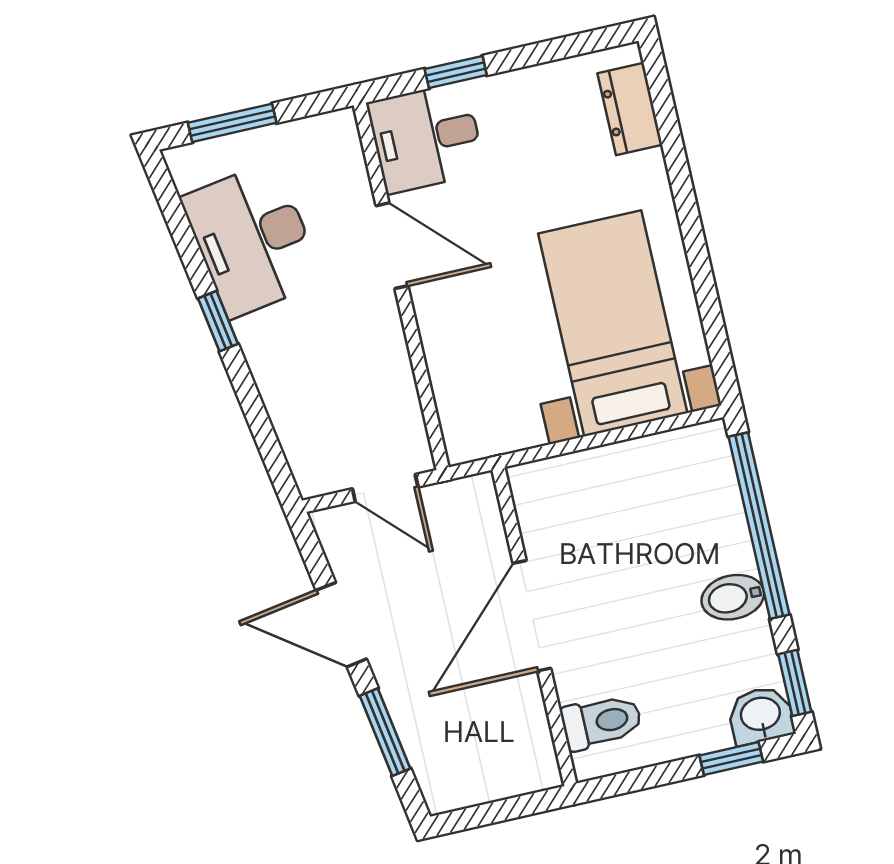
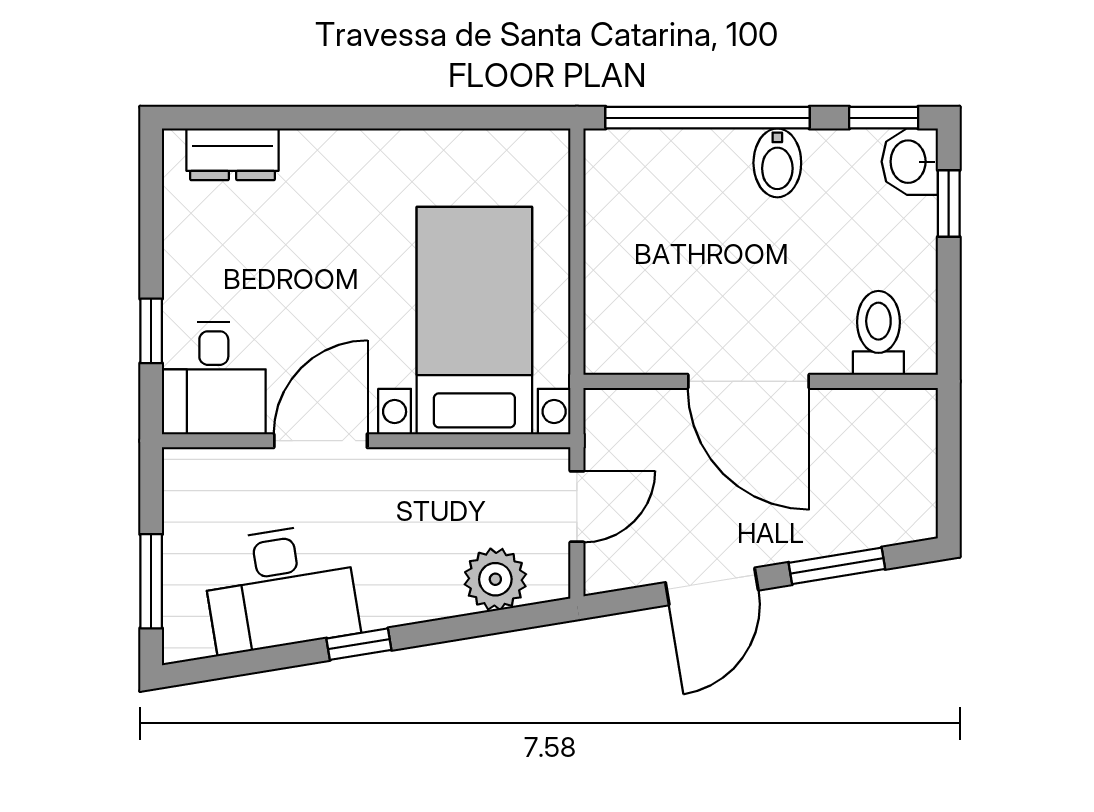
bed with nightstands: (613, 323) -> (474, 321), moved, turned 90
plant: (304, 430) -> (495, 579), added

